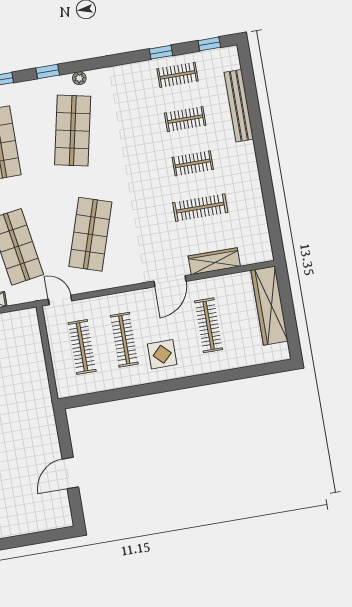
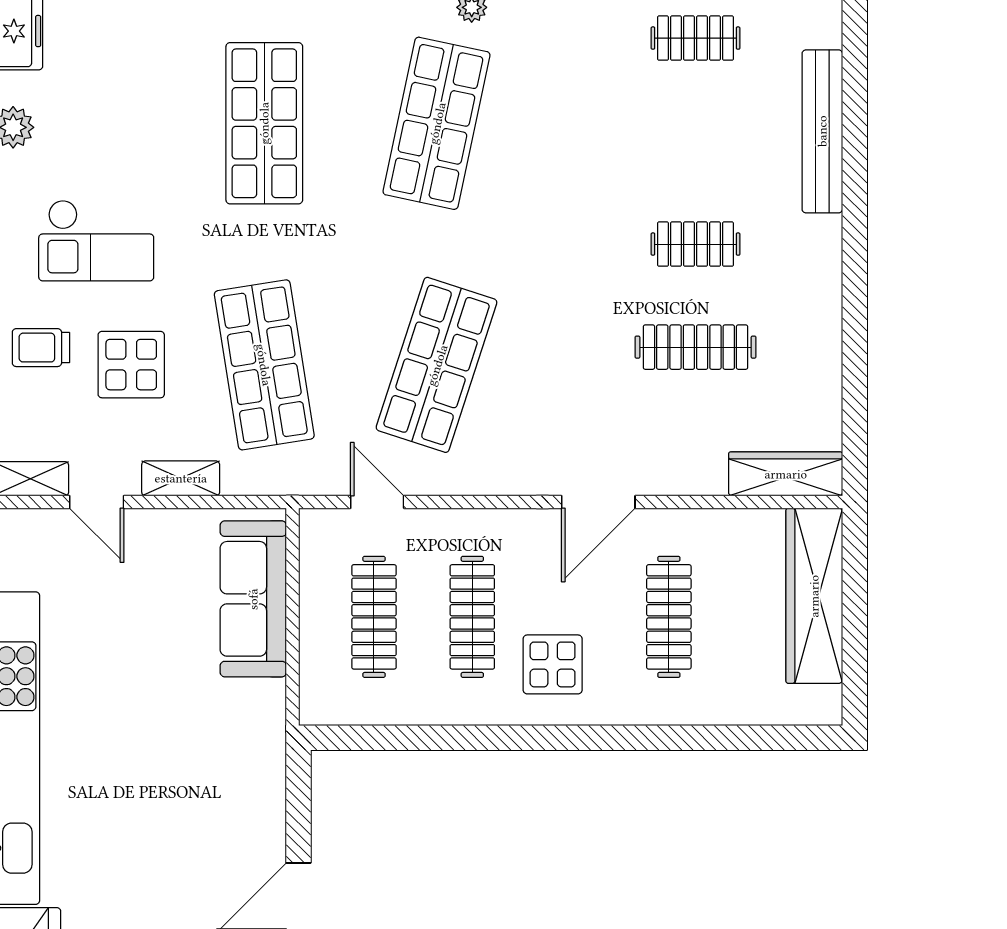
clothes rail: (185, 119) -> (696, 141), removed
wardrobe: (214, 261) -> (786, 474), moved
door: (60, 300) -> (377, 502), moved
sofa: (29, 348) -> (253, 599), added

